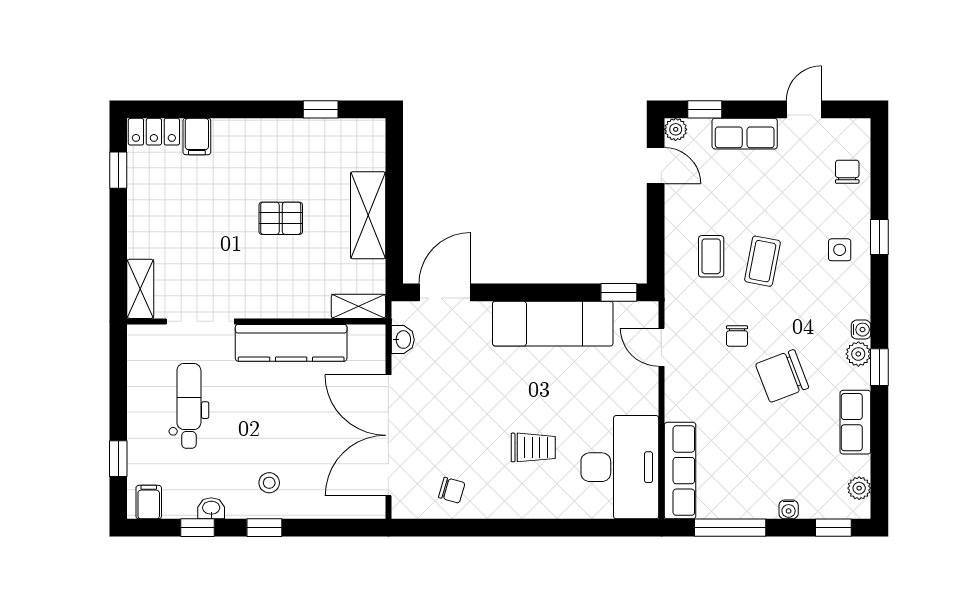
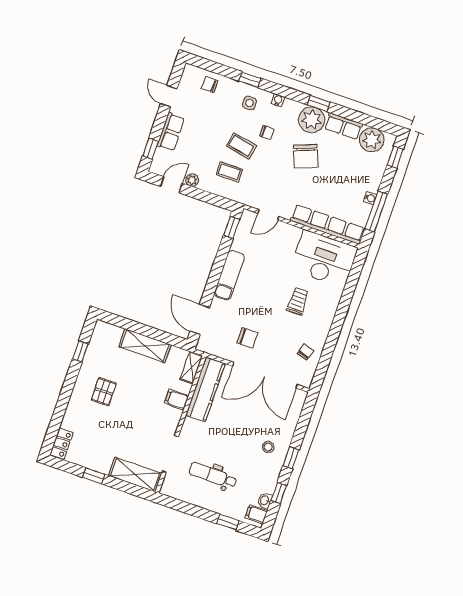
plant: (676, 129) -> (192, 180), moved
filing cabinet: (197, 136) -> (177, 399), moved, turned 180
window: (118, 170) -> (94, 476), moved
pallet: (281, 218) -> (104, 392), moved
shelving: (140, 289) -> (135, 474), width x1.50, depth x1.33
exam couch: (553, 324) -> (229, 275), width x0.73, depth x0.69
water cooler: (861, 330) -> (278, 100), moved
chair: (737, 336) -> (267, 132), moved
washbasin: (403, 340) -> (217, 350), removed
kitchen counter: (291, 343) -> (205, 389), moved
plant: (858, 354) -> (312, 120), width x1.88, depth x1.88
chair: (442, 384) -> (247, 338), added
row of seats: (680, 471) -> (328, 224), width x1.36
plant: (859, 488) -> (372, 140), width x1.87, depth x1.87
washbasin: (211, 508) -> (265, 500), moved
water cooler: (789, 509) -> (370, 198), moved

